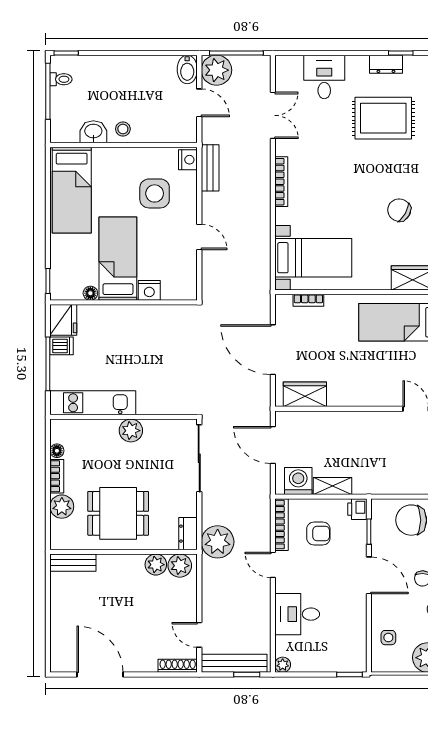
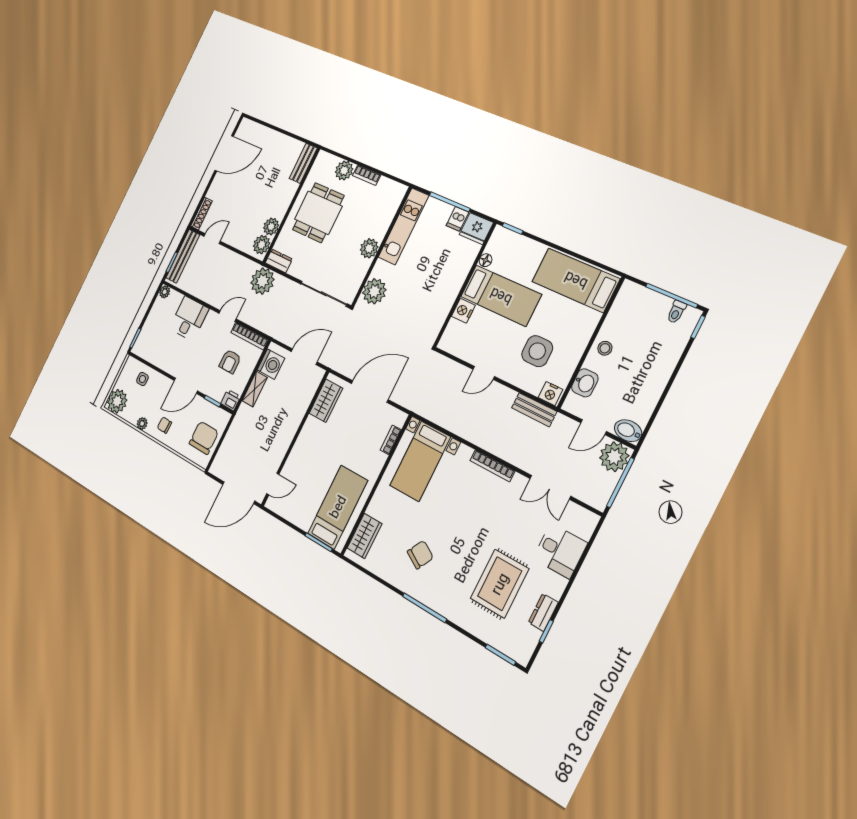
washbasin: (93, 132) -> (585, 383), moved
plant: (172, 400) -> (374, 291), added
floor lamp: (57, 451) -> (384, 183), removed

